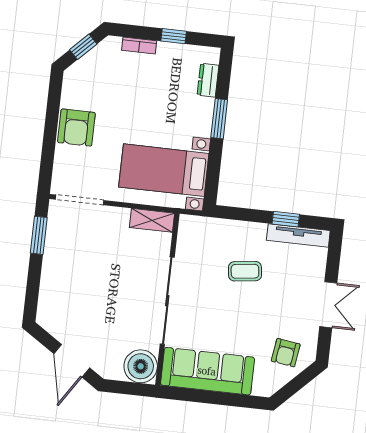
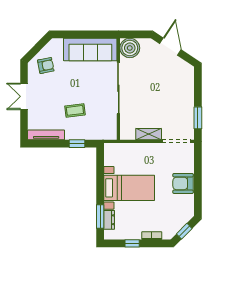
window: (219, 119) -> (100, 216), moved
armchair: (76, 128) -> (183, 183), turned -90
bed with nightstands: (164, 170) -> (129, 188), moved
window: (286, 219) -> (77, 144), moved
shelving: (152, 220) -> (149, 134), moved
armchair: (286, 353) -> (46, 66), turned 71

